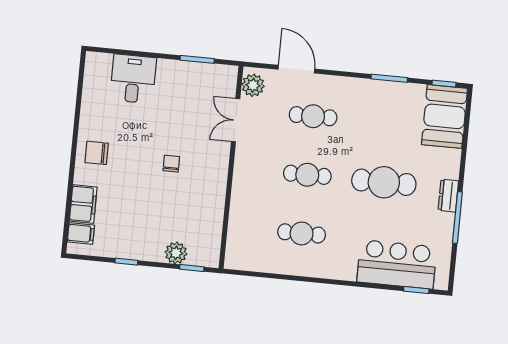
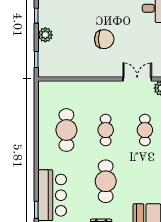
chair: (171, 164) -> (104, 39), width x1.87, depth x1.87
cafe table: (302, 233) -> (66, 130), width x1.37, depth x1.35
plant: (176, 253) -> (45, 35), moved

